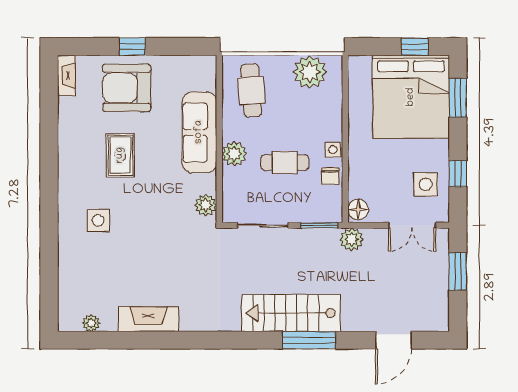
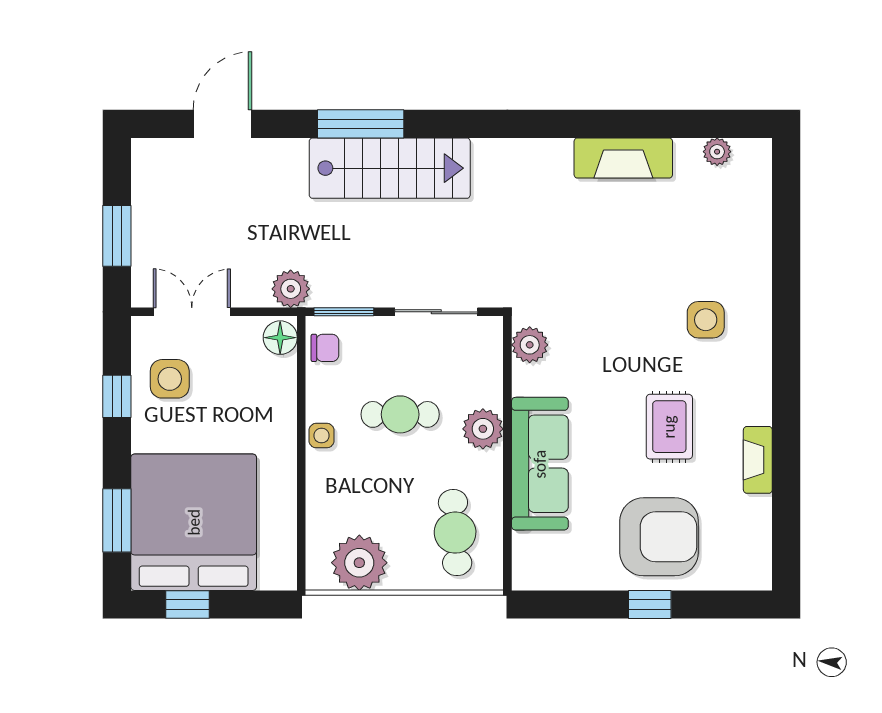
fireplace: (66, 76) -> (758, 460), moved
chair: (330, 176) -> (325, 348), moved, turned 90

